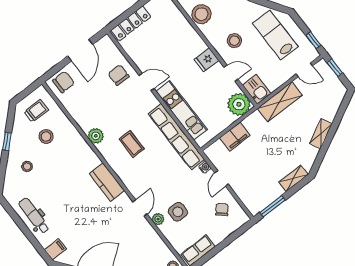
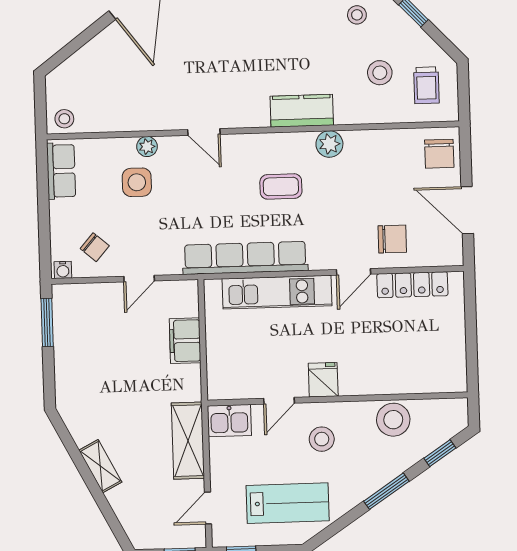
locker: (131, 23) -> (412, 285), moved, turned -90
plant: (239, 104) -> (226, 380), removed
water cooler: (205, 167) -> (63, 270), moved
shelving: (293, 178) -> (65, 381), removed
door: (222, 179) -> (139, 279), swing flipped
kitchen counter: (107, 182) -> (302, 111), moved
door: (140, 208) -> (204, 132), moved

